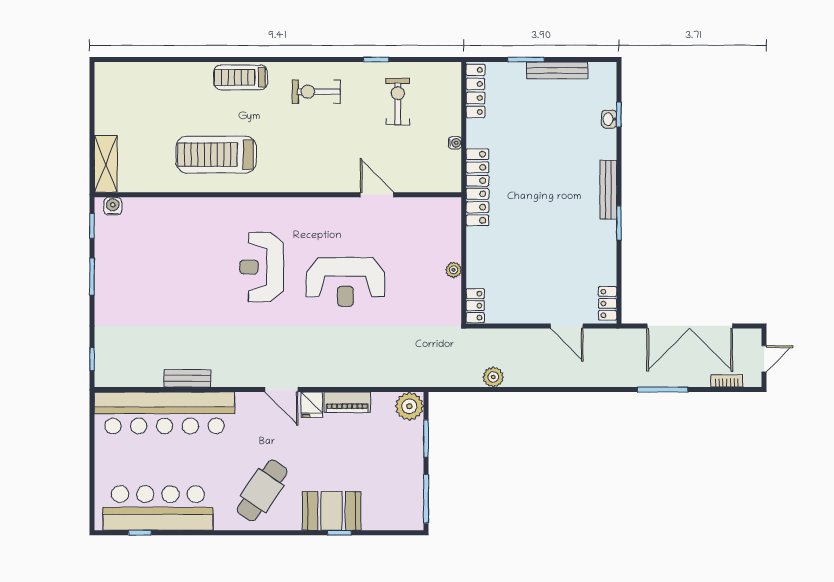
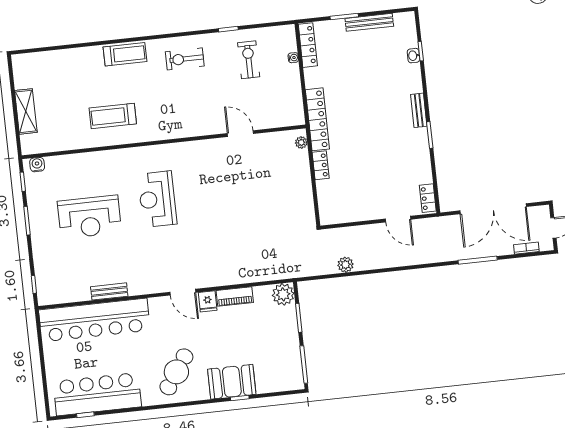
treadmill: (241, 77) -> (125, 54), turned 180
water cooler: (455, 143) -> (293, 58), moved
treadmill: (216, 155) -> (113, 116), width x0.73, depth x0.73
shelving: (106, 164) -> (26, 111), moved
bench: (608, 190) -> (419, 110), width x0.73
plant: (454, 270) -> (301, 142), moved
reception desk: (345, 282) -> (89, 217), moved
locker: (475, 306) -> (321, 165), moved

